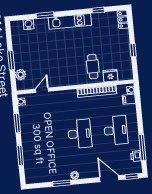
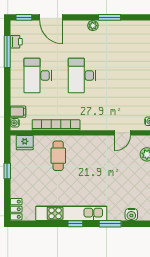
window: (98, 10) -> (75, 224), moved
kitchen unit: (70, 21) -> (71, 213), width x1.36
fridge: (110, 76) -> (25, 143), moved

